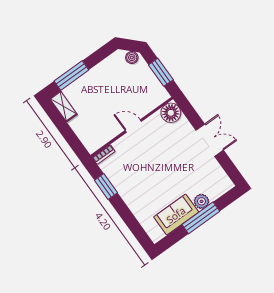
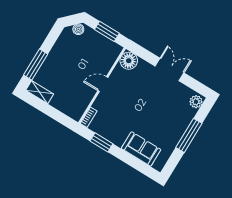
plant: (201, 201) -> (196, 102), moved
sofa: (176, 215) -> (141, 149), moved, turned 90

